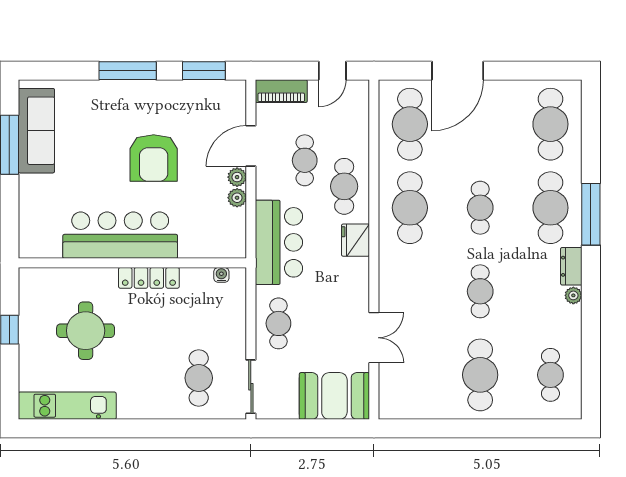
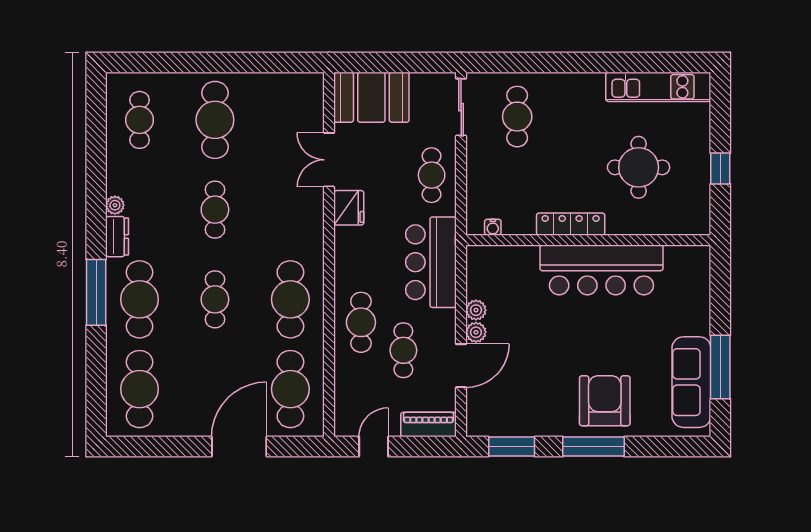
armchair: (154, 158) -> (605, 401), moved
fridge: (356, 240) -> (349, 208), moved

